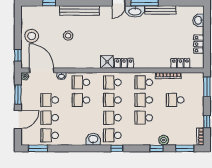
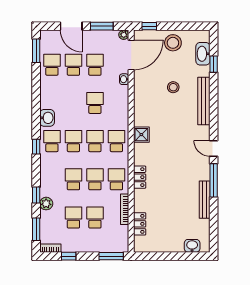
washbasin: (135, 11) -> (203, 54), moved
locker: (199, 44) -> (163, 246), removed
locker: (124, 63) -> (140, 177), moved
school desk: (81, 82) -> (73, 218), moved

